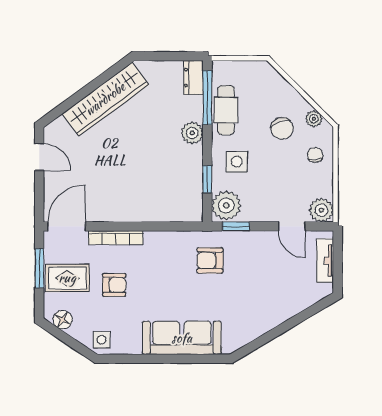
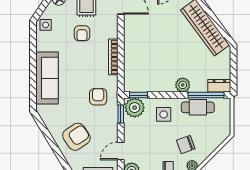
window: (207, 179) -> (139, 95), moved
bookcase: (116, 238) -> (113, 57), moved
armchair: (270, 293) -> (76, 137), added

